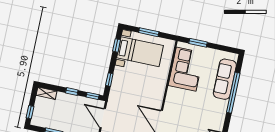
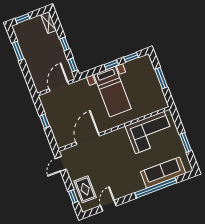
window: (198, 43) -> (186, 142), moved
bed with nightstands: (140, 52) -> (112, 92), moved
window: (109, 80) -> (111, 65), moved

